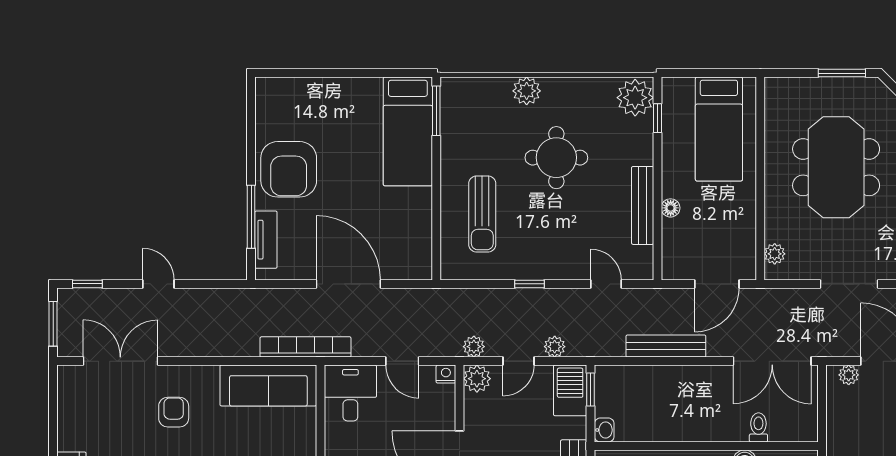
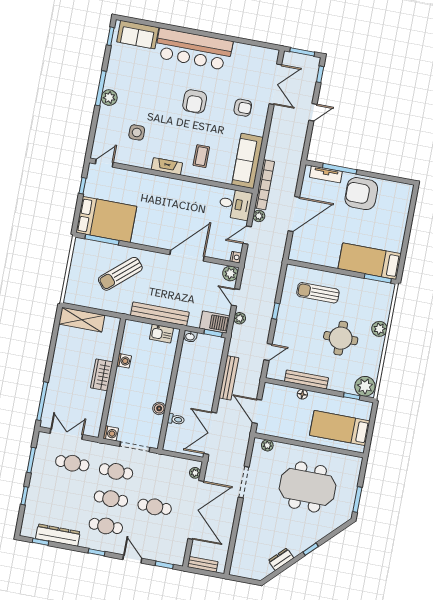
plant: (474, 347) -> (259, 216), moved

